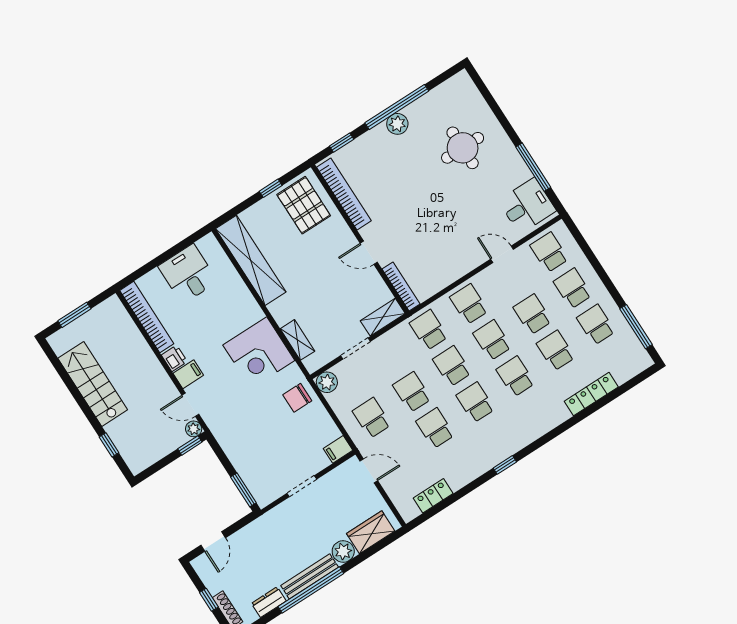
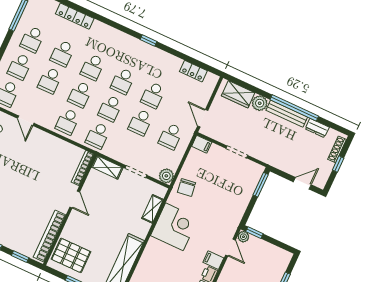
pallet: (304, 205) -> (71, 255), turned 90
chair: (297, 398) -> (186, 187), turned 82

